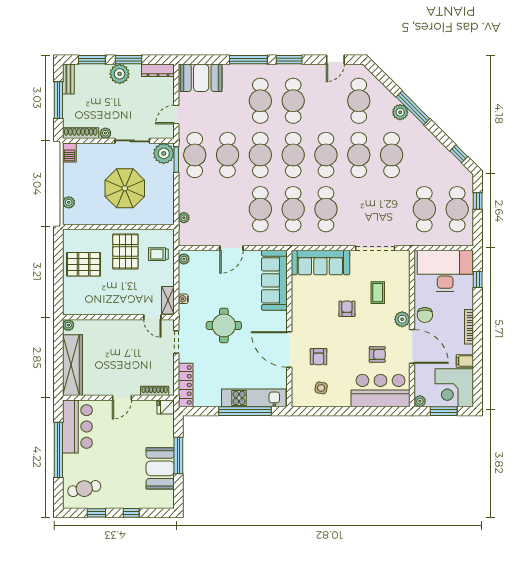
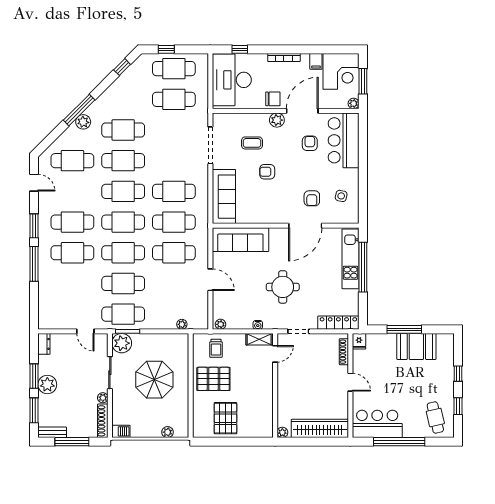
dresser: (158, 70) -> (44, 344), width x0.70
booth: (201, 78) -> (51, 308), removed
armchair: (318, 357) -> (312, 198), turned 90

